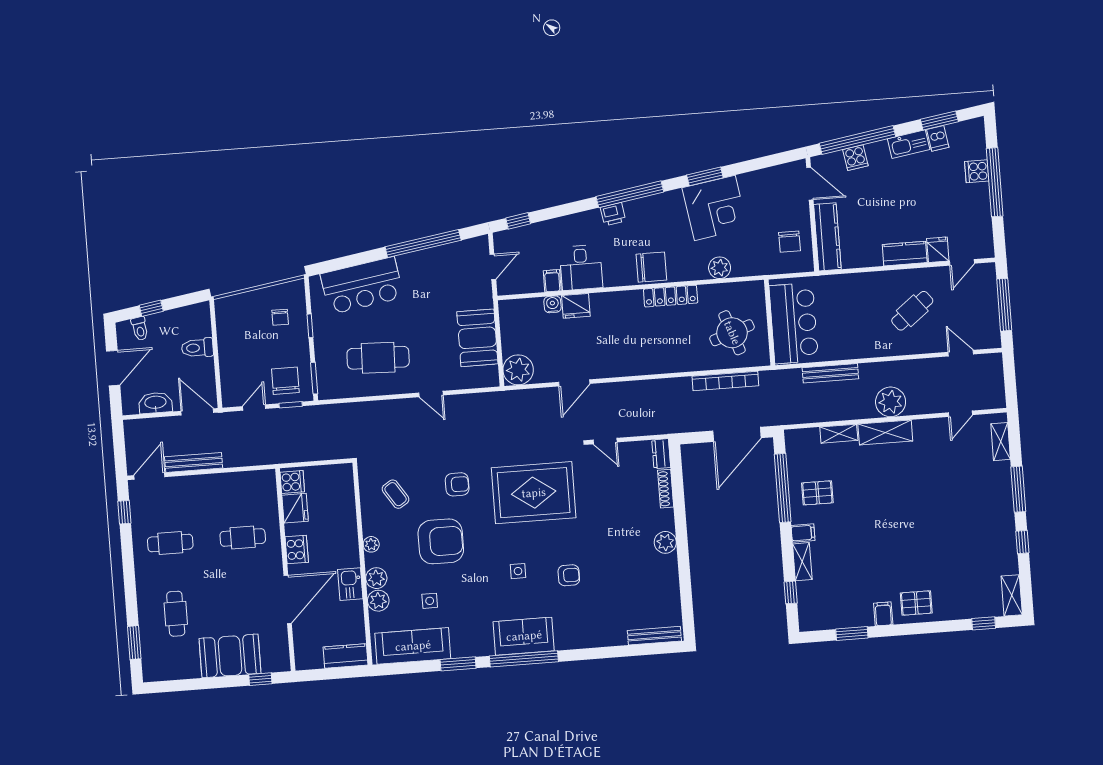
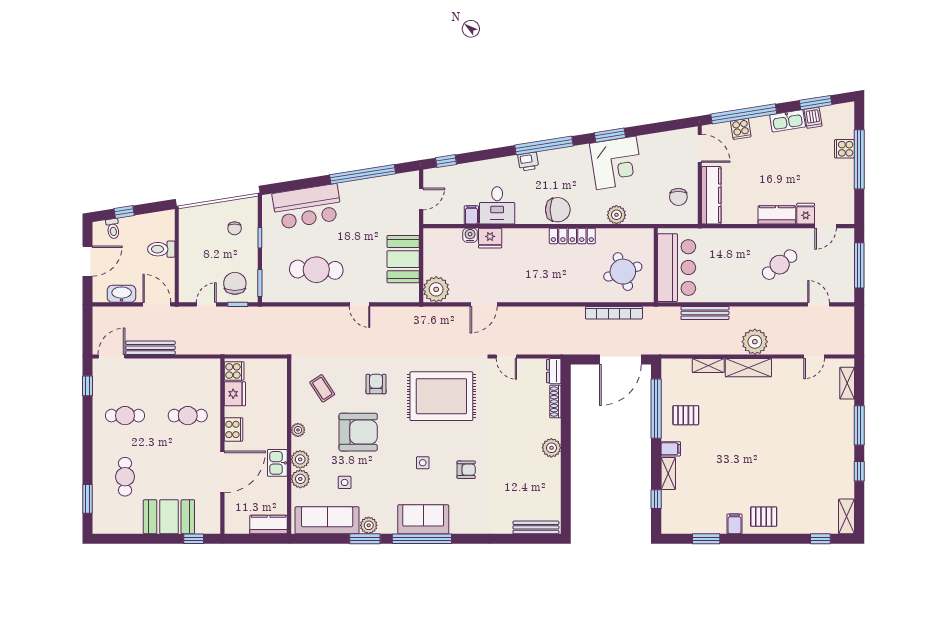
armchair: (457, 484) -> (376, 384), turned -90
plant: (461, 648) -> (369, 525), added

